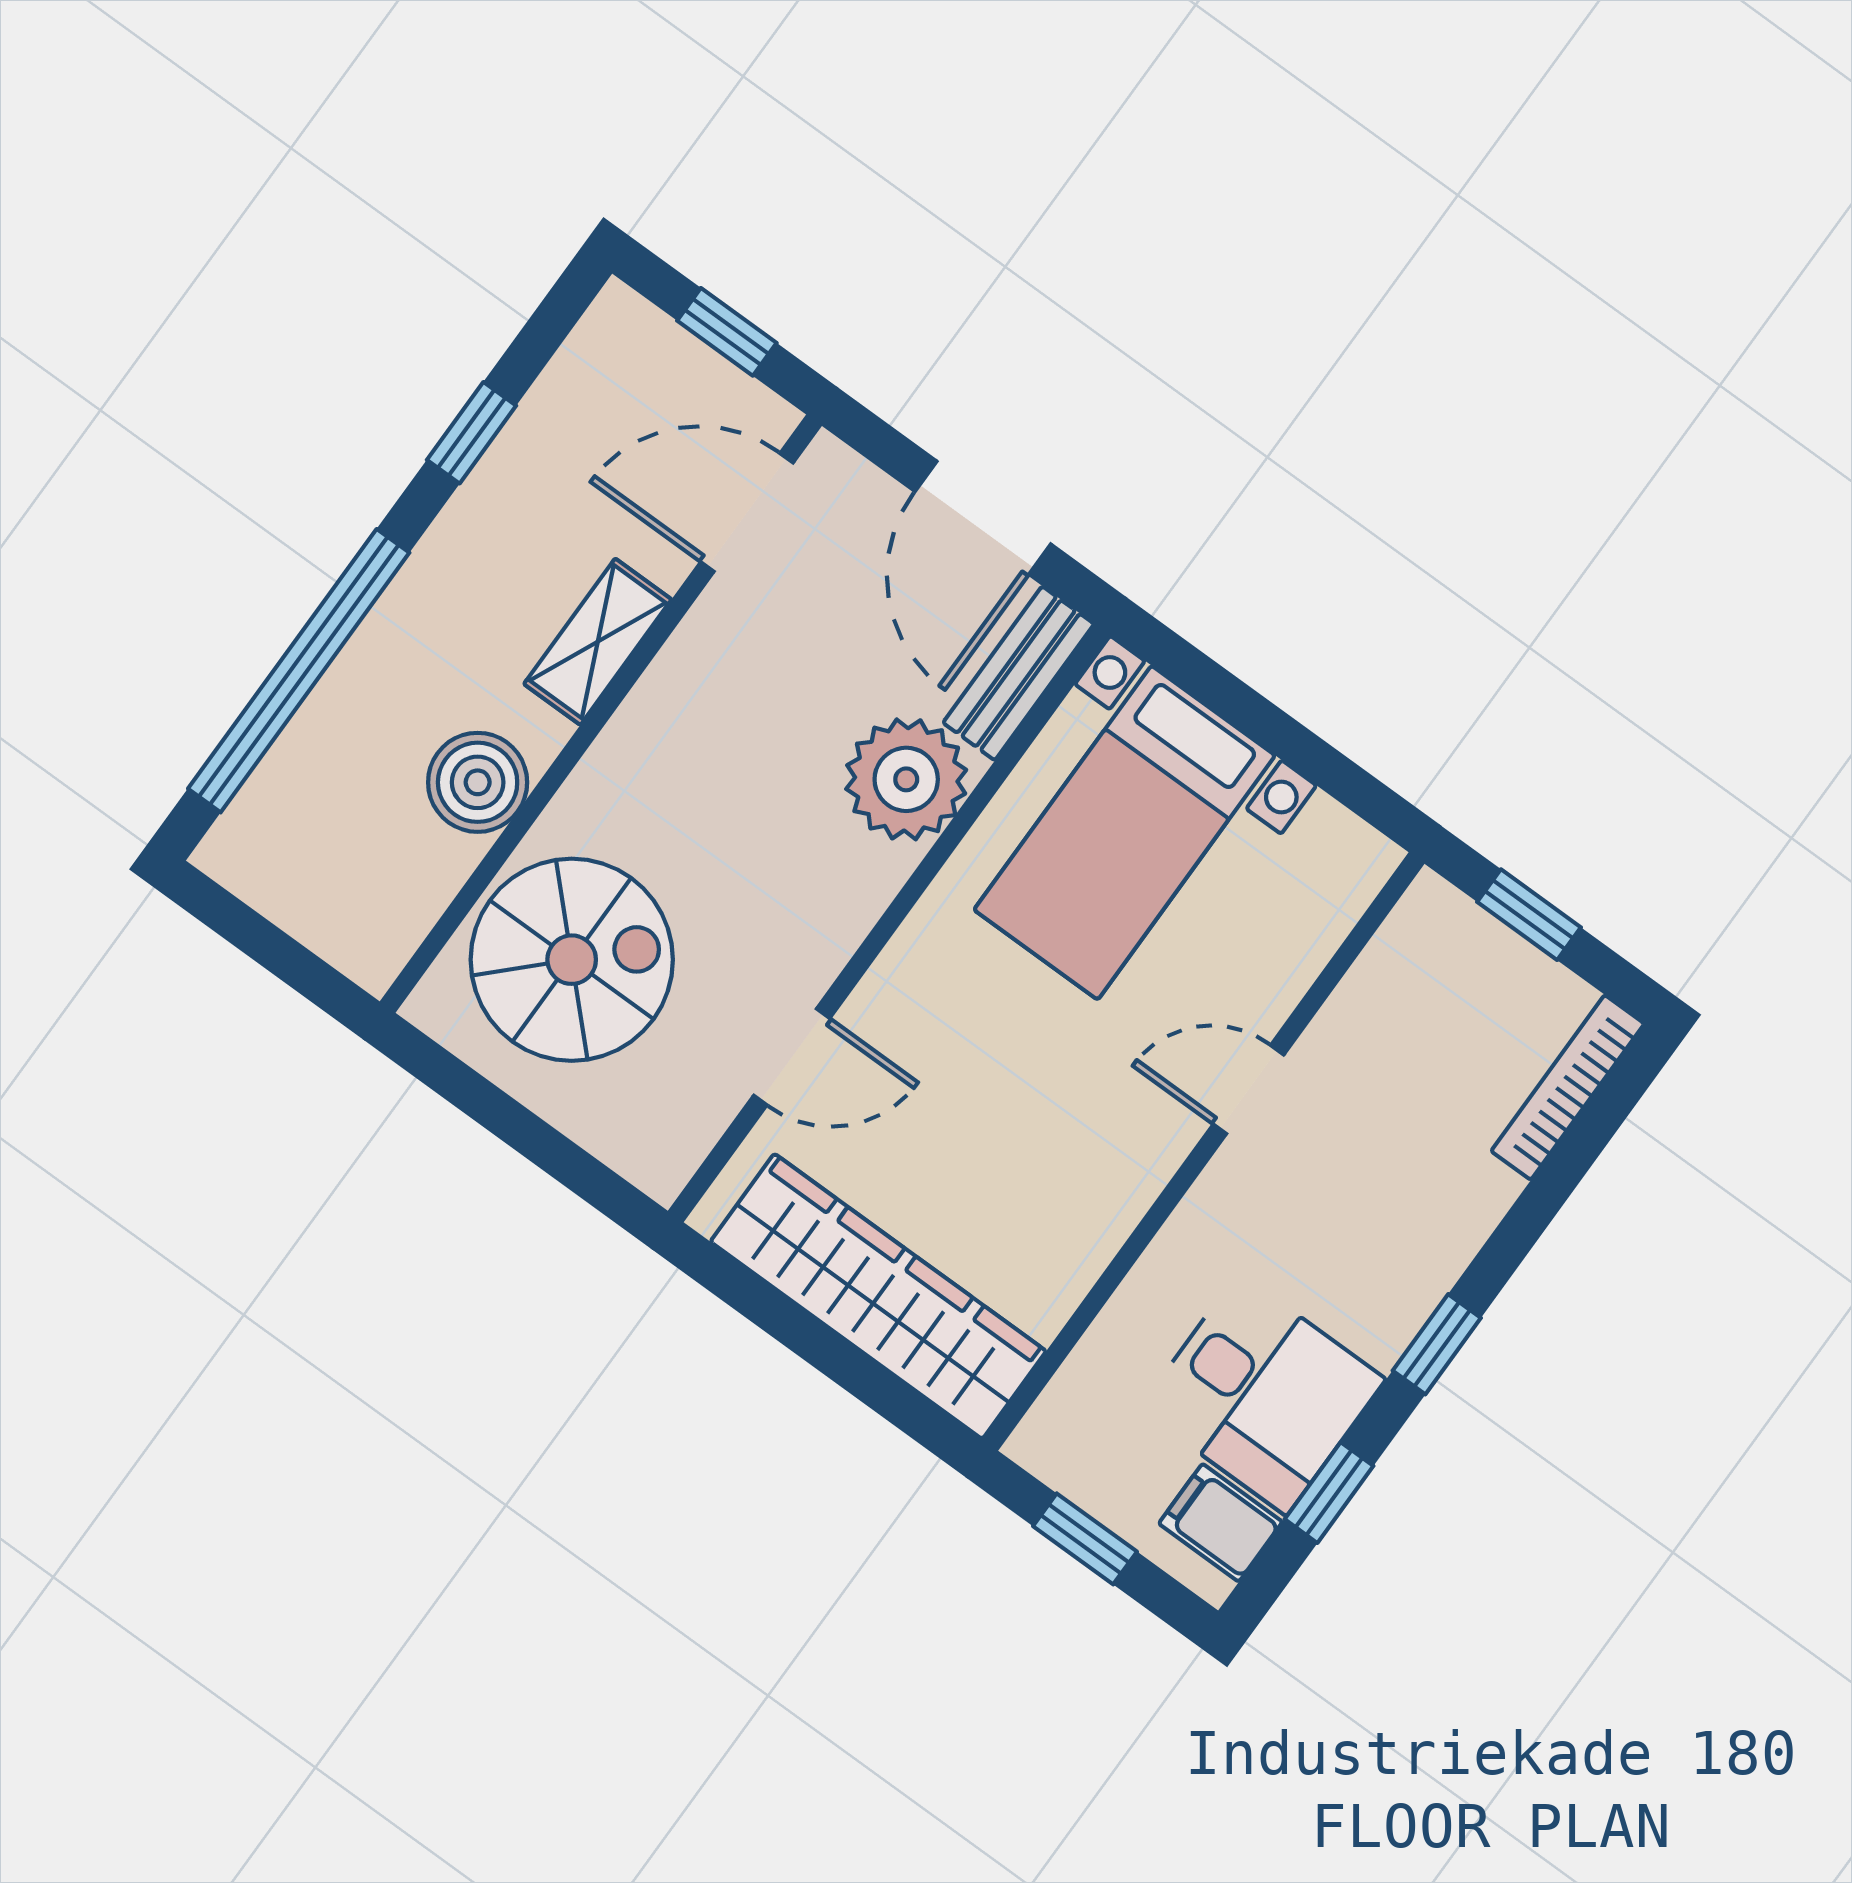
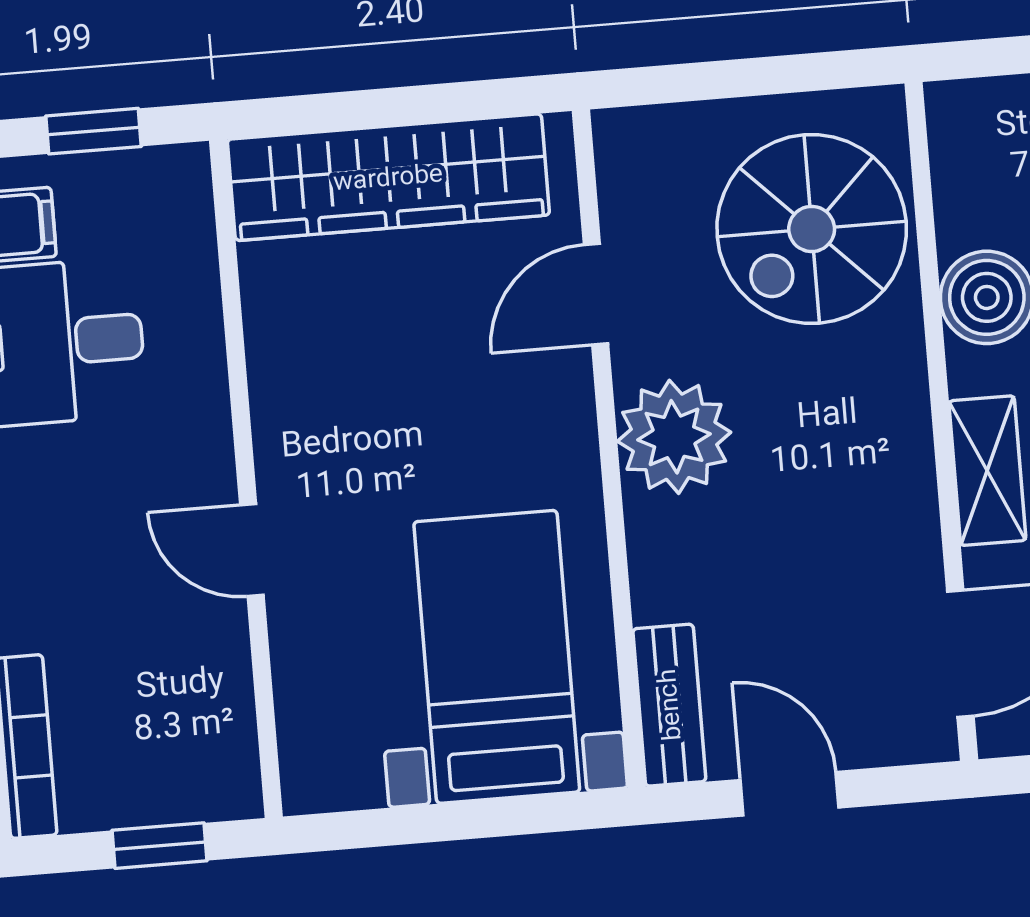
door: (983, 518) -> (790, 794), width x0.73
plant: (906, 779) -> (674, 437), moved
door: (1248, 1090) -> (252, 550), swing flipped

